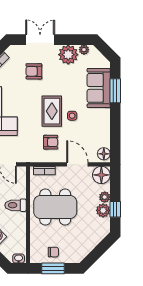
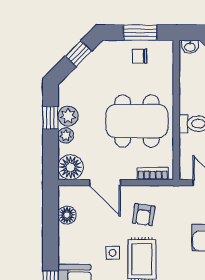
armchair: (51, 142) -> (144, 215), turned -82
floor lamp: (104, 154) -> (67, 215), moved
window: (96, 254) -> (78, 54), added

